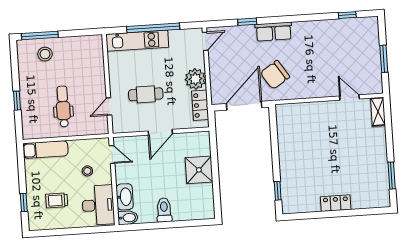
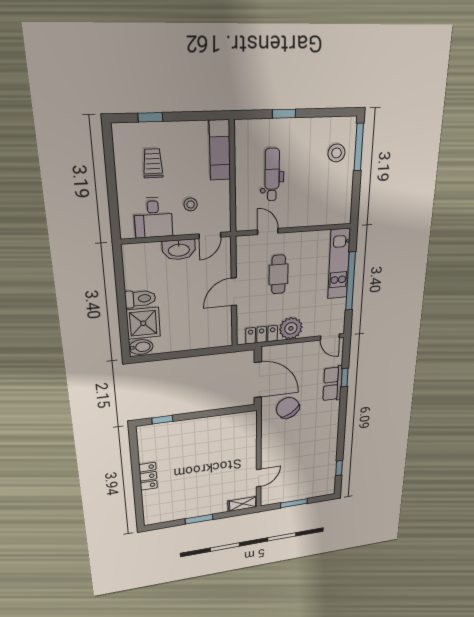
row of seats: (274, 32) -> (333, 384), moved
dental chair: (63, 106) -> (272, 175), turned -90
door: (160, 132) -> (234, 292), hinge flipped
shower: (199, 170) -> (143, 323), moved
window: (392, 176) -> (199, 519), moved
washbasin: (125, 197) -> (179, 250), moved
desk: (98, 205) -> (153, 218), width x0.73
bidet: (128, 218) -> (141, 347), moved, turned -90

